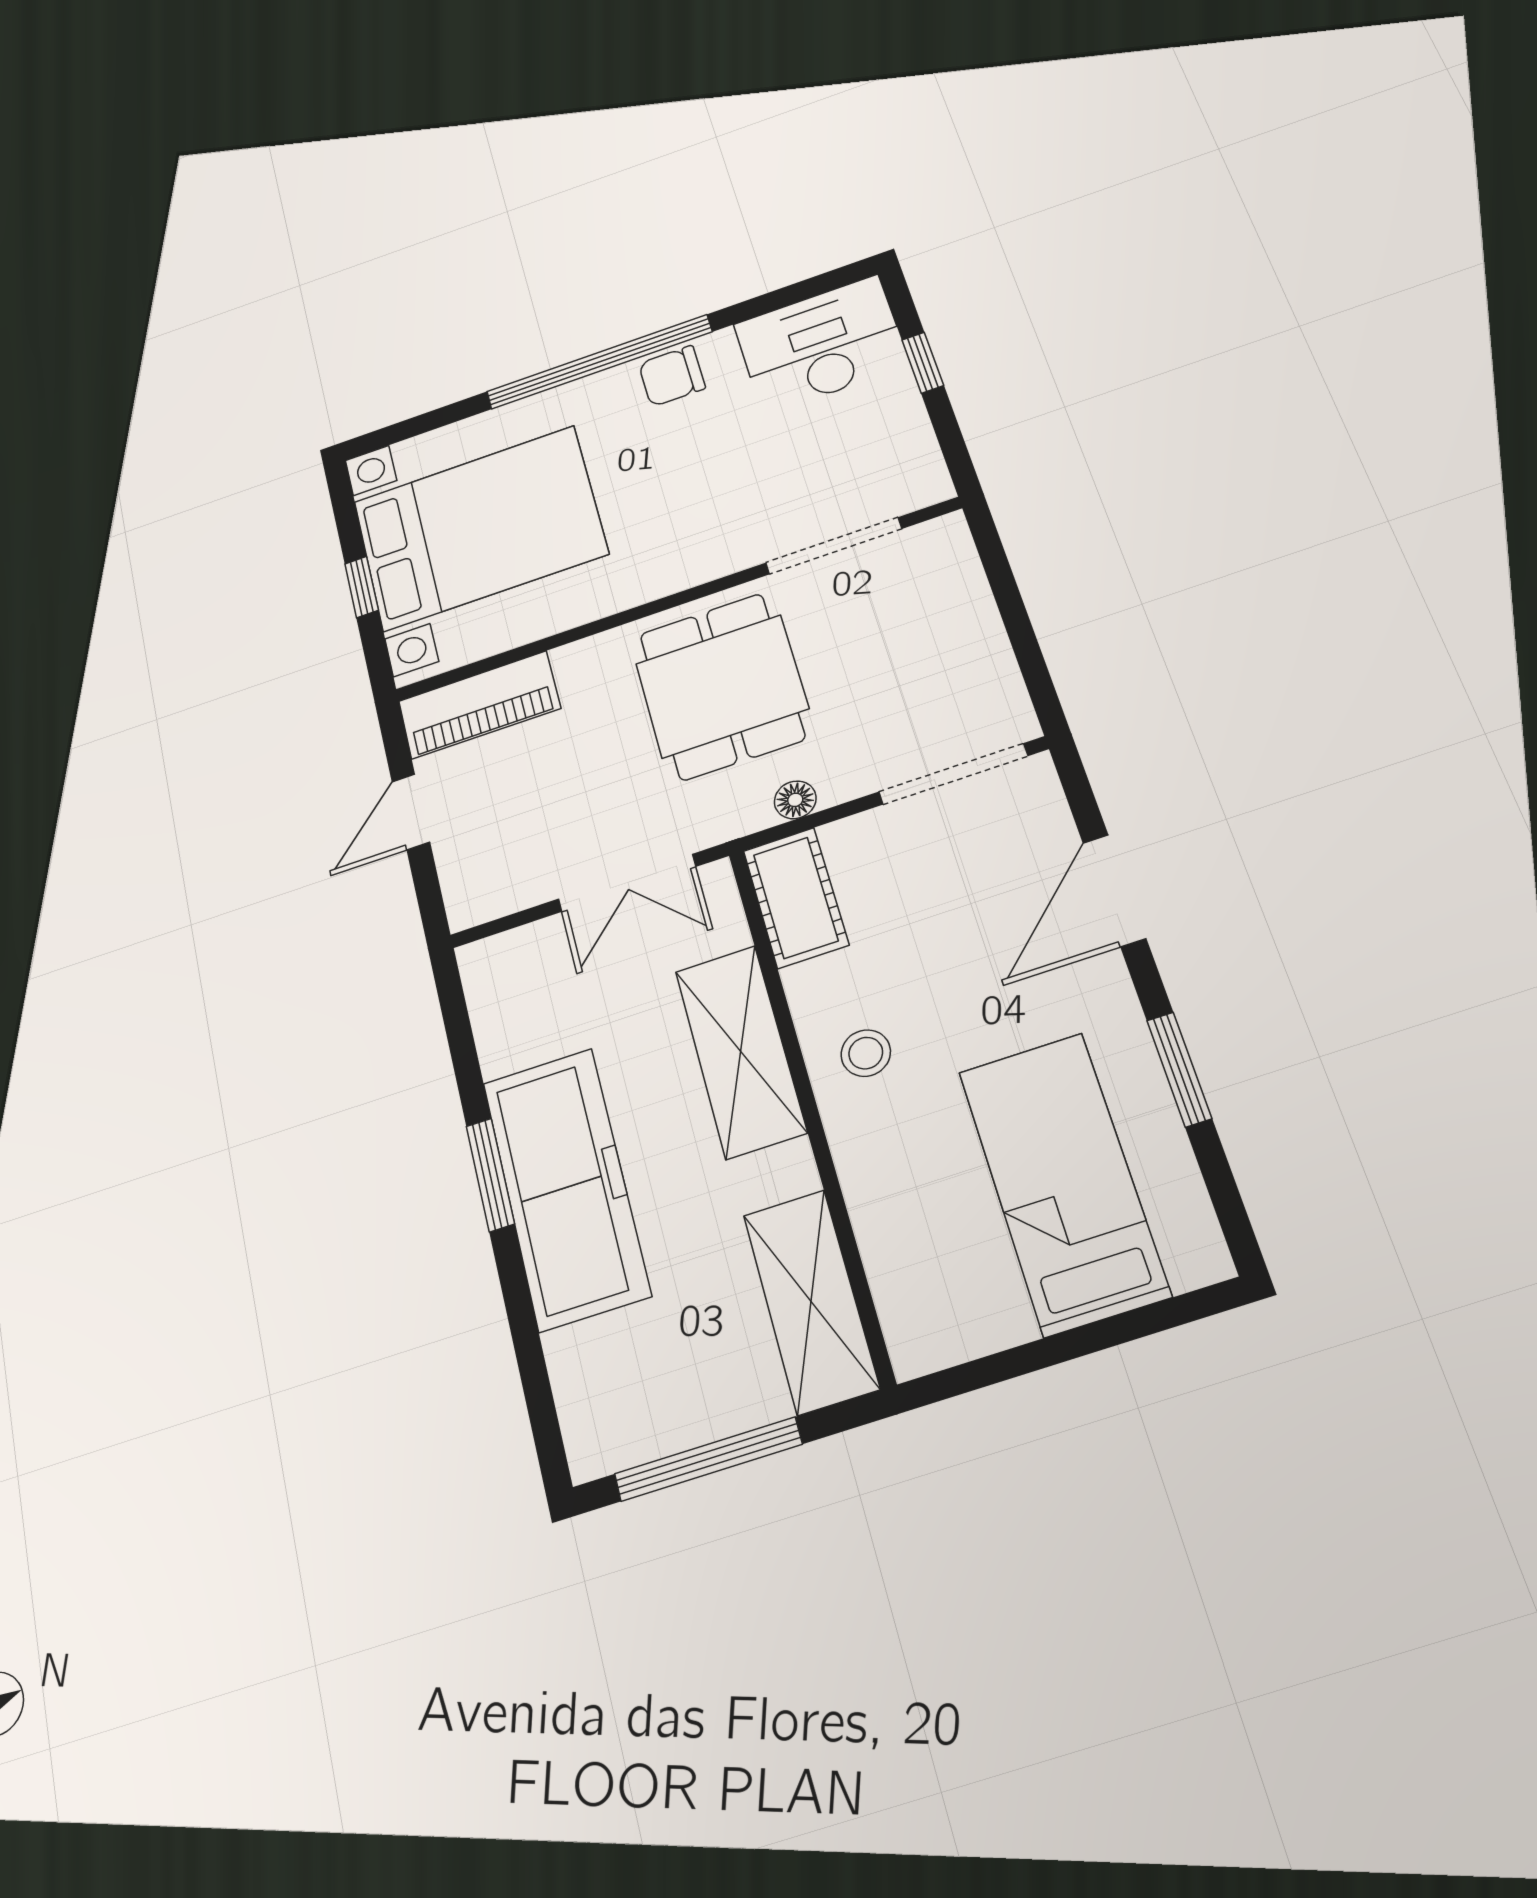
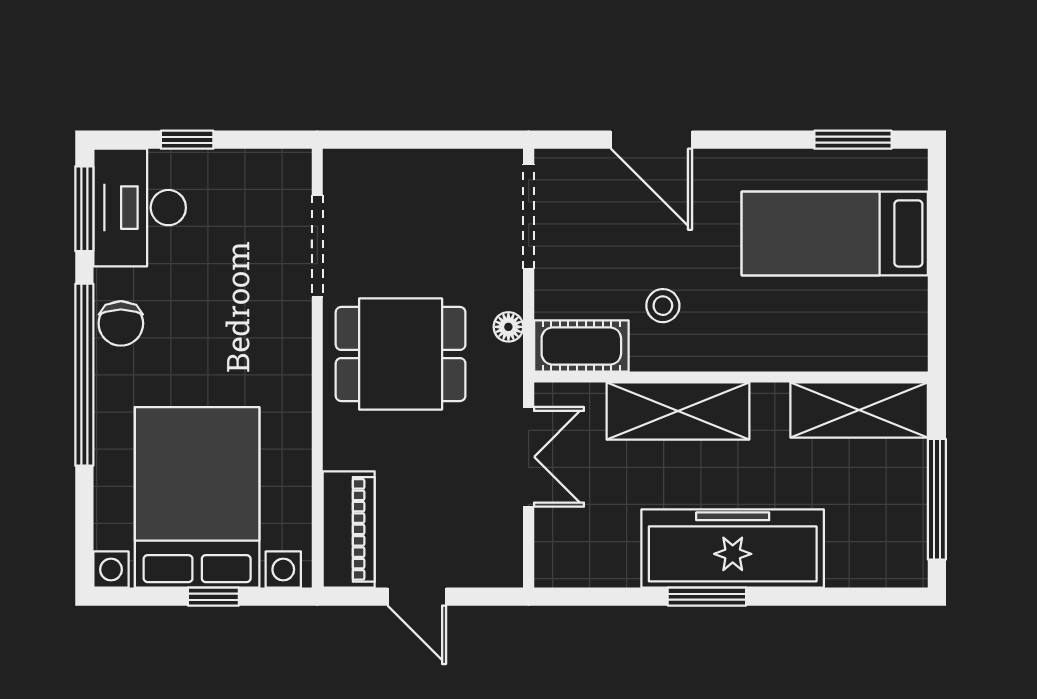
window: (801, 291) -> (84, 209), added
stool: (866, 1053) -> (663, 306), moved
window: (1179, 1069) -> (853, 140), moved

